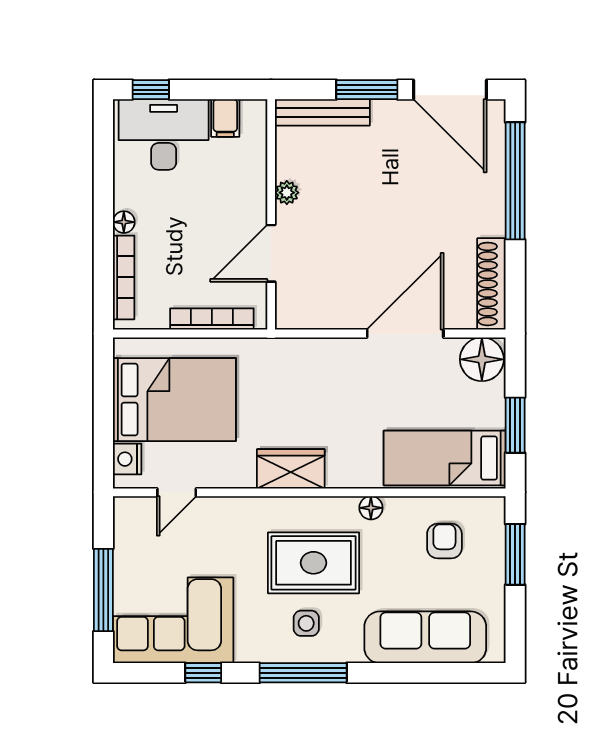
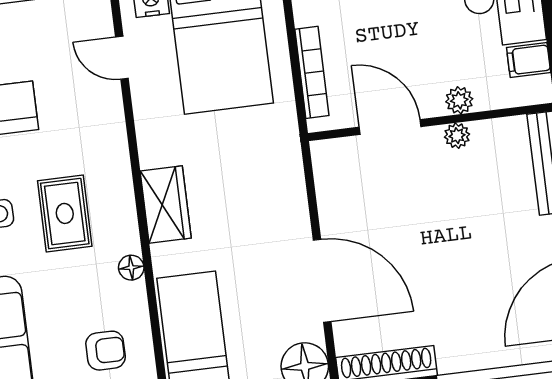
plant: (254, 186) -> (459, 100), added
wardrobe: (291, 469) -> (166, 205), moved
rug: (313, 563) -> (65, 213), width x0.73, depth x0.70

